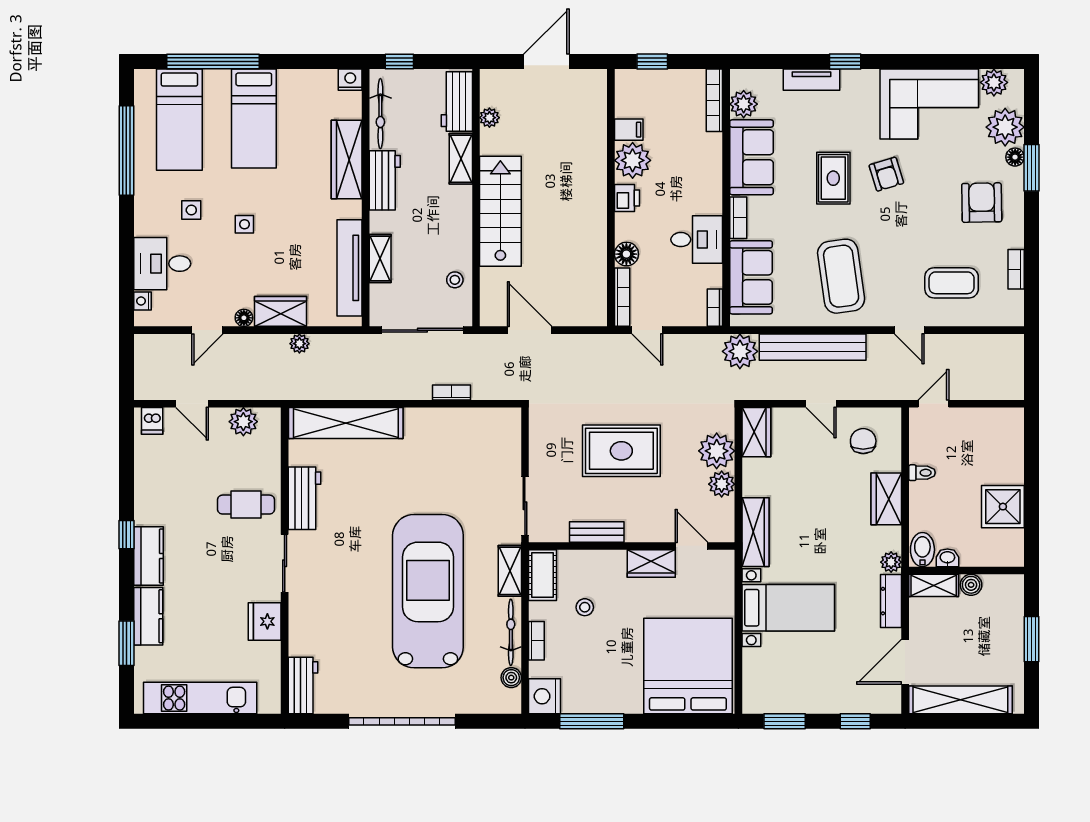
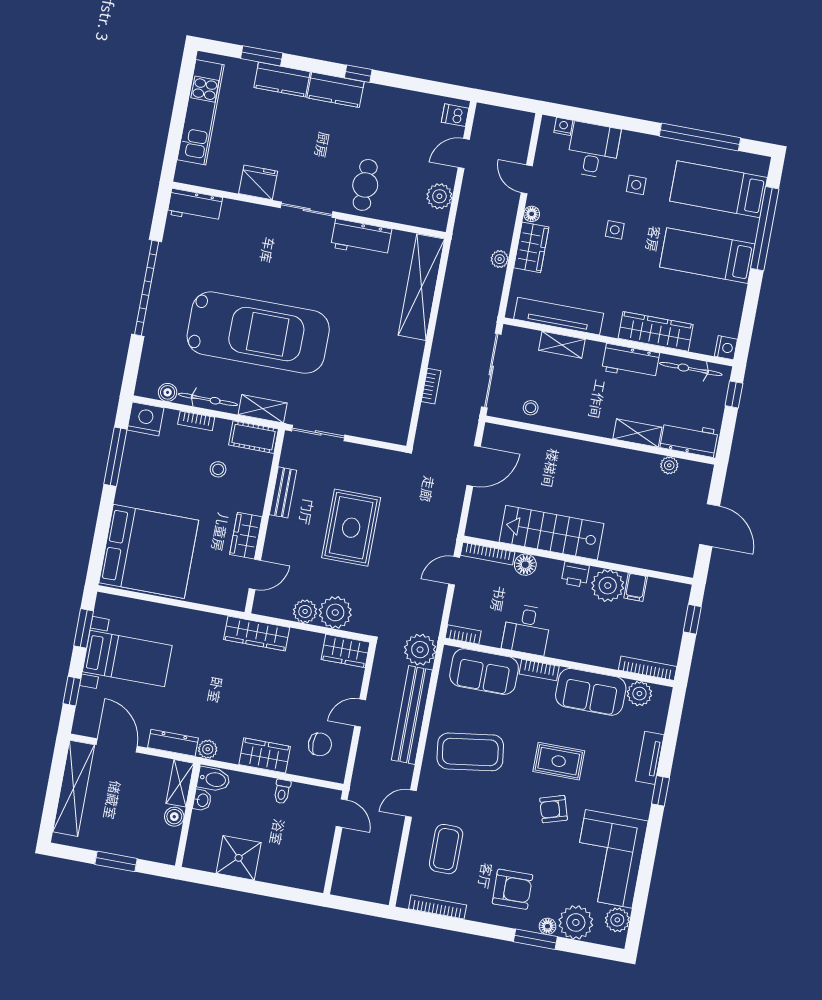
stairs: (500, 211) -> (552, 533), moved, turned 180
bookcase: (1016, 269) -> (438, 907), width x1.56
bed with nightstands: (788, 608) -> (127, 659), moved, turned -90

